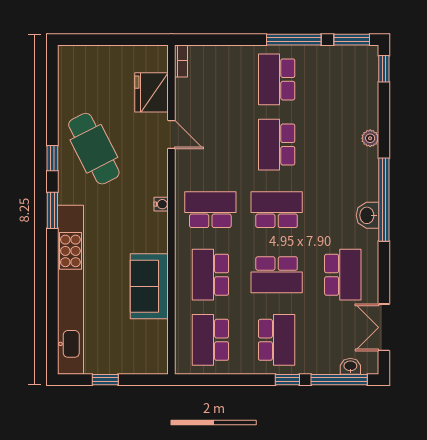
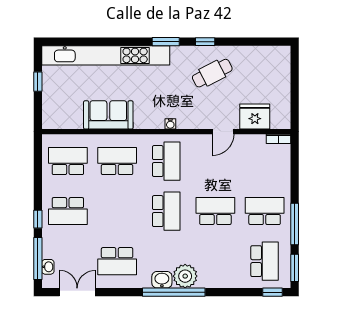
plant: (370, 138) -> (185, 276), moved, width x1.87, depth x1.87
cafe table: (94, 149) -> (212, 73), width x0.73, depth x0.74
school desk: (277, 275) -> (265, 261), moved, turned 180

